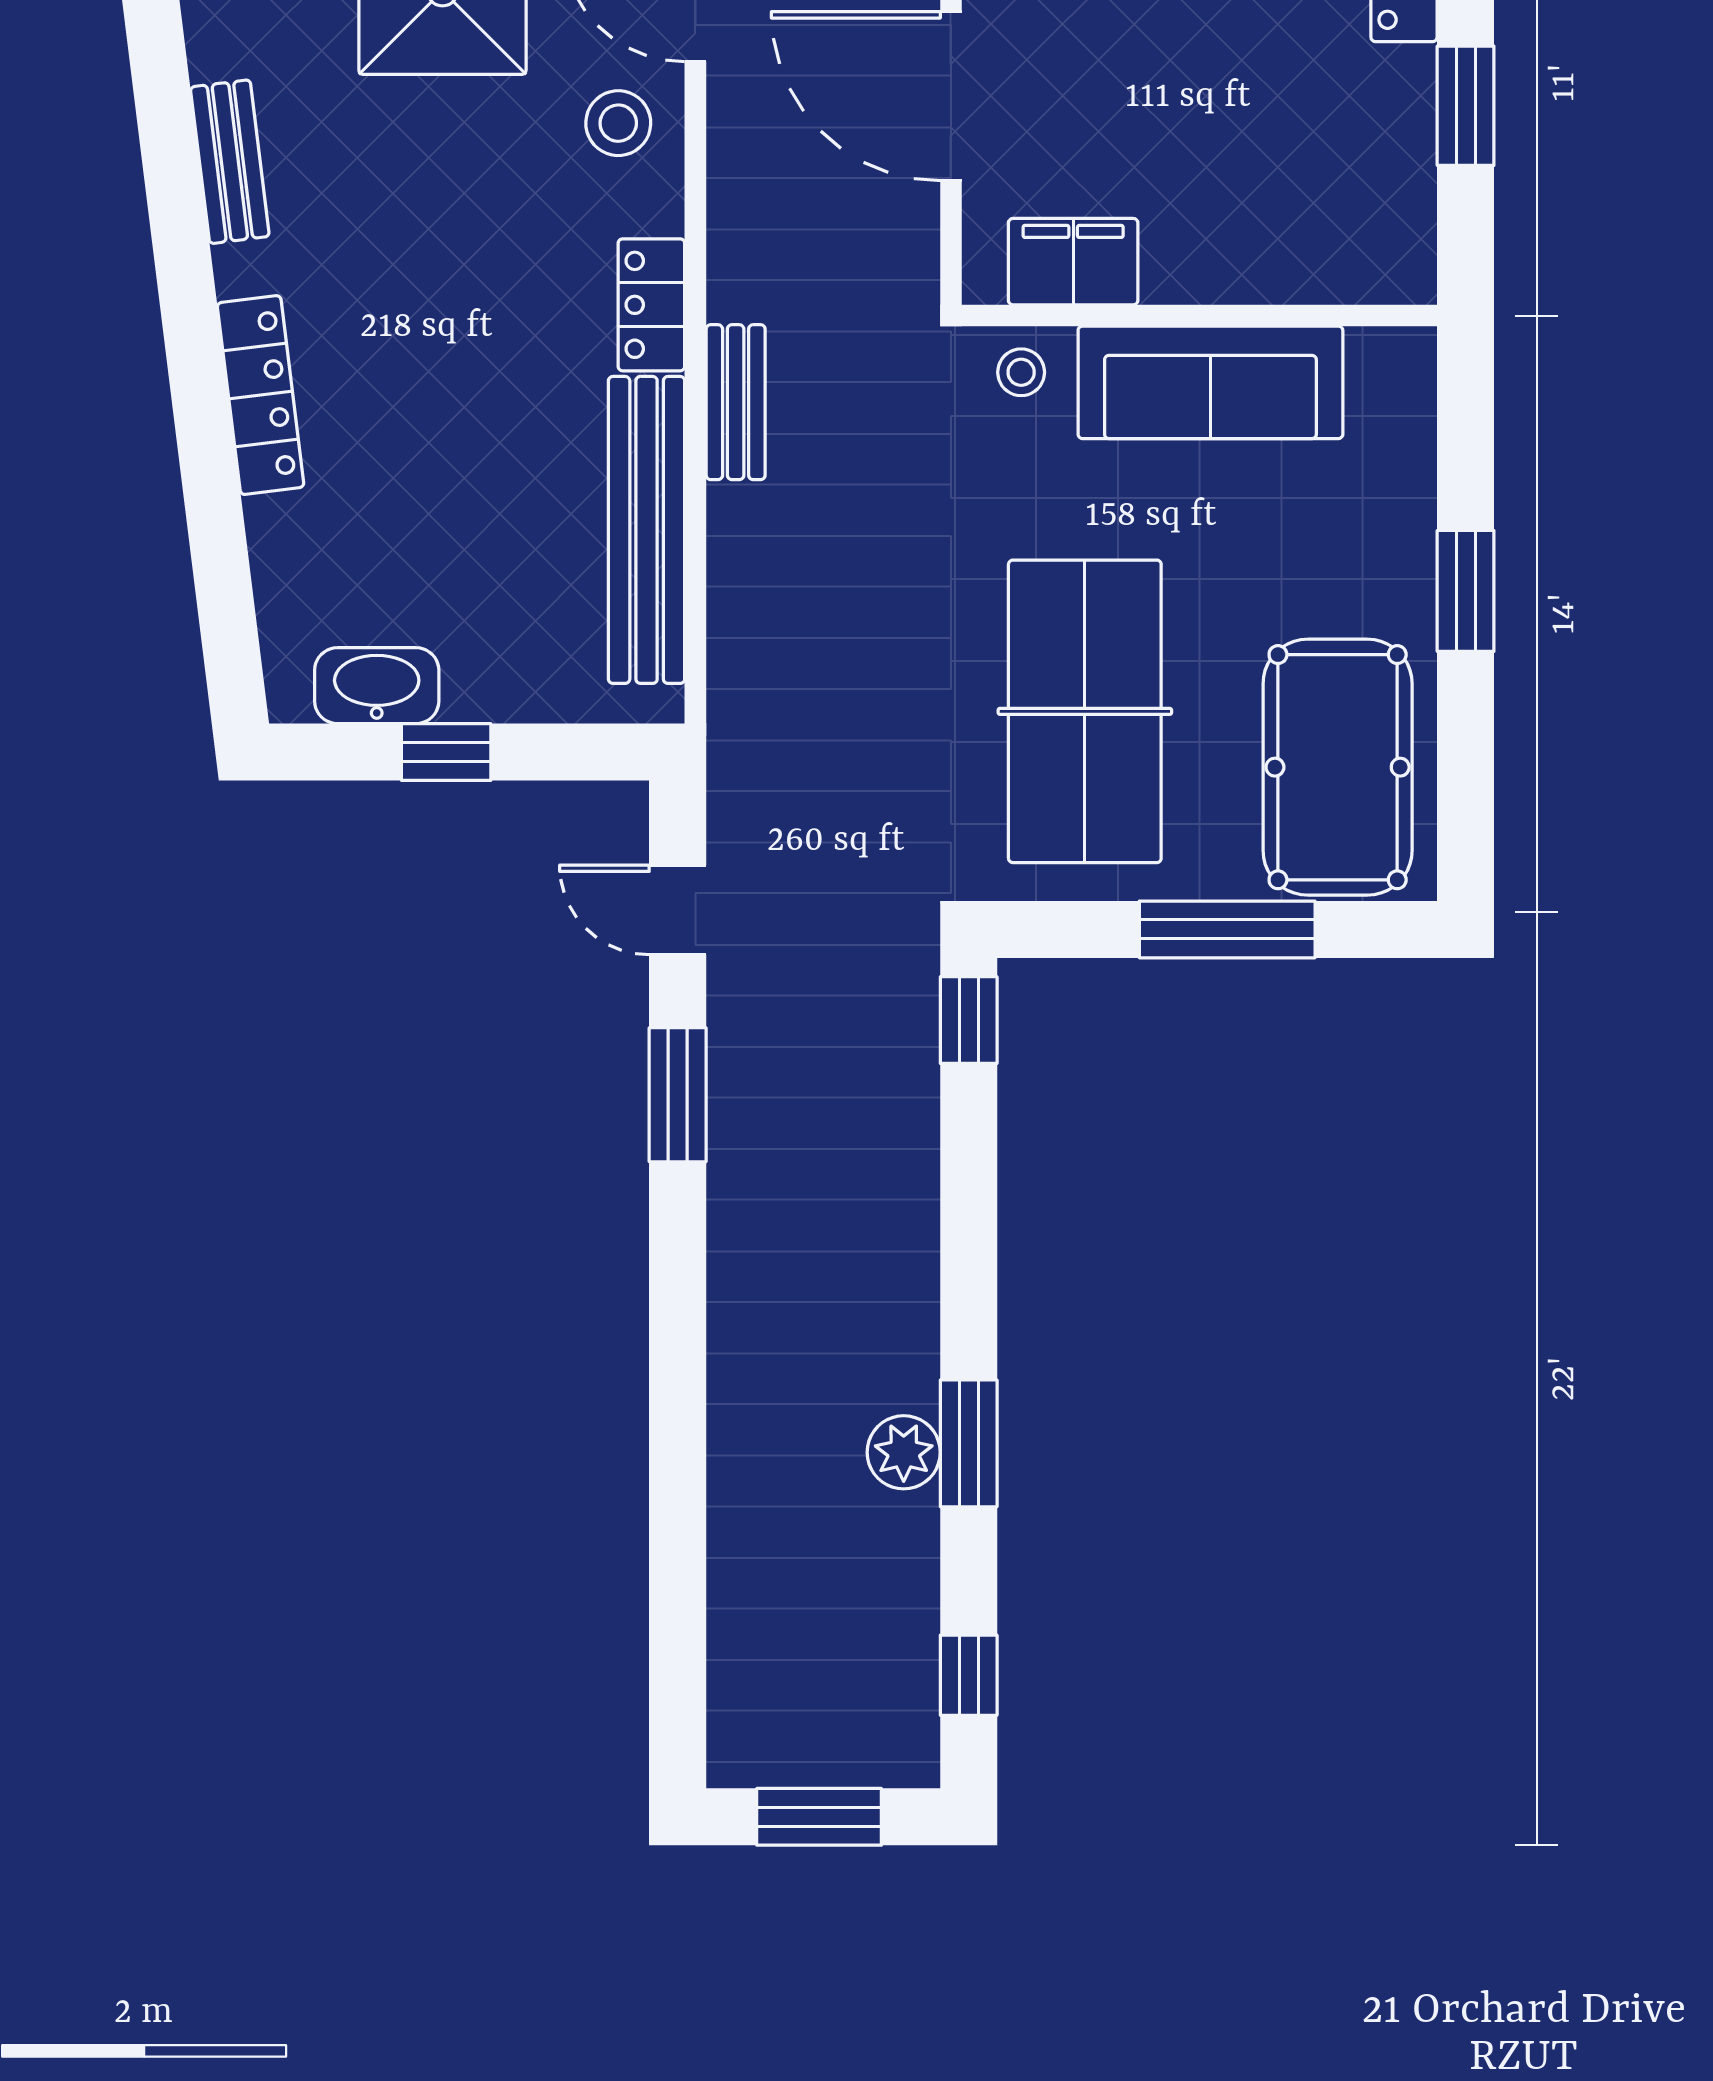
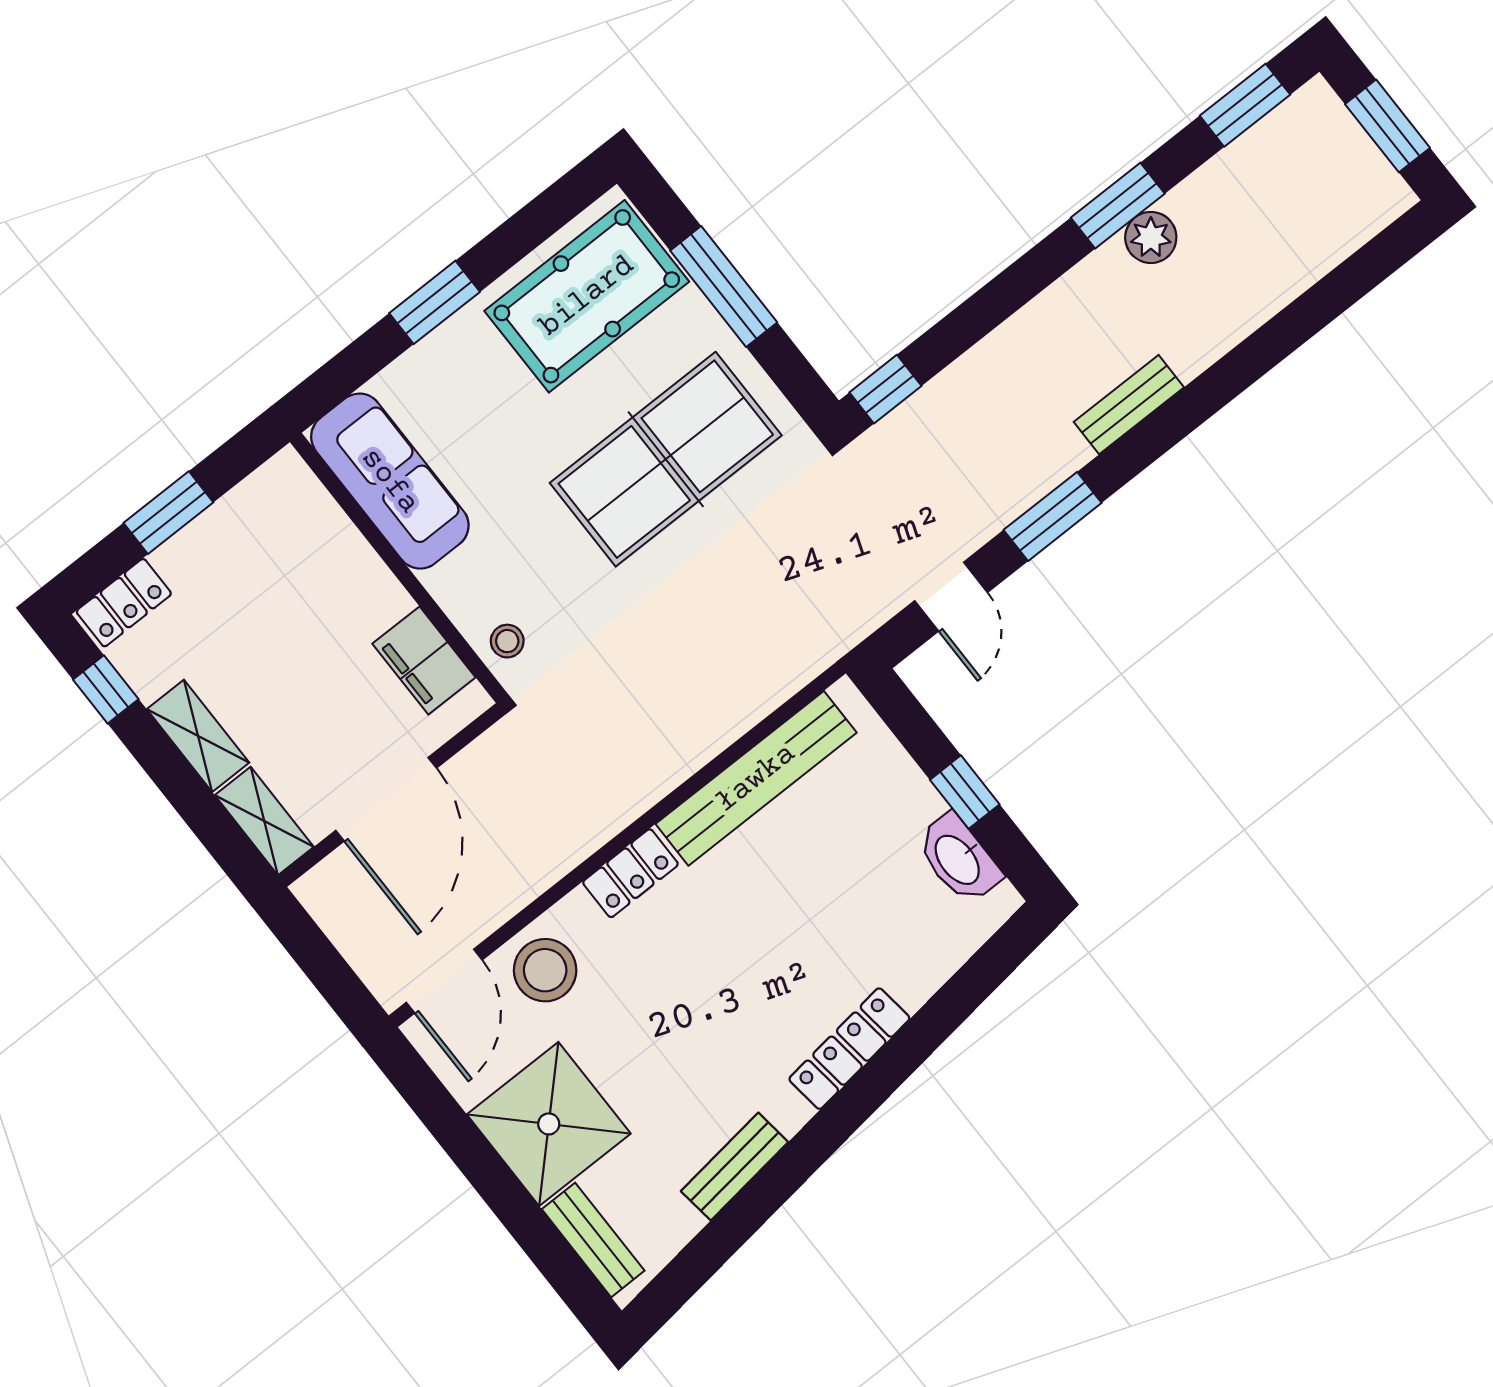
stool: (618, 123) -> (545, 970), width x1.38, depth x1.38
sofa: (1210, 382) -> (390, 481), moved
bench: (736, 402) -> (1129, 405), moved
window: (969, 1675) -> (1245, 105), width x1.50

